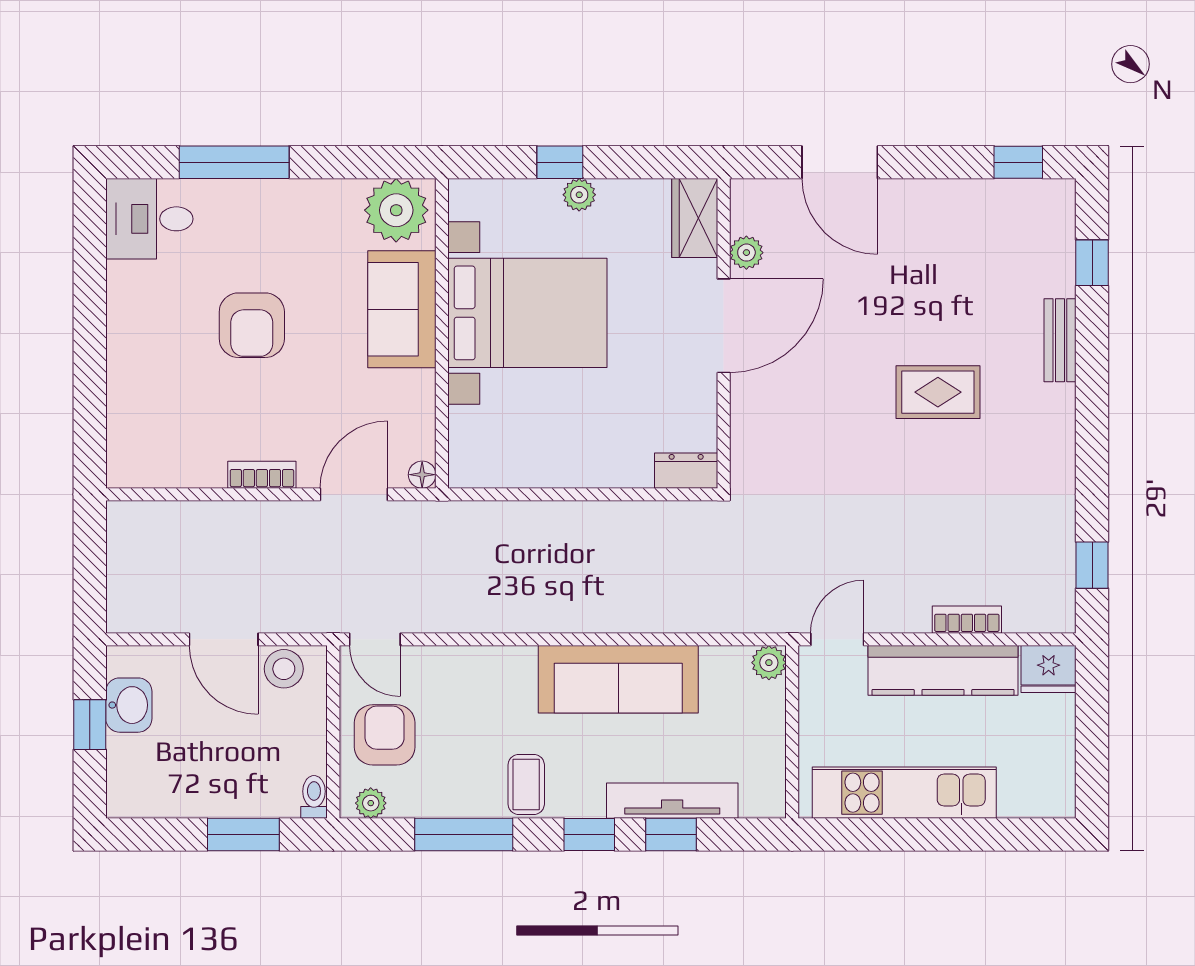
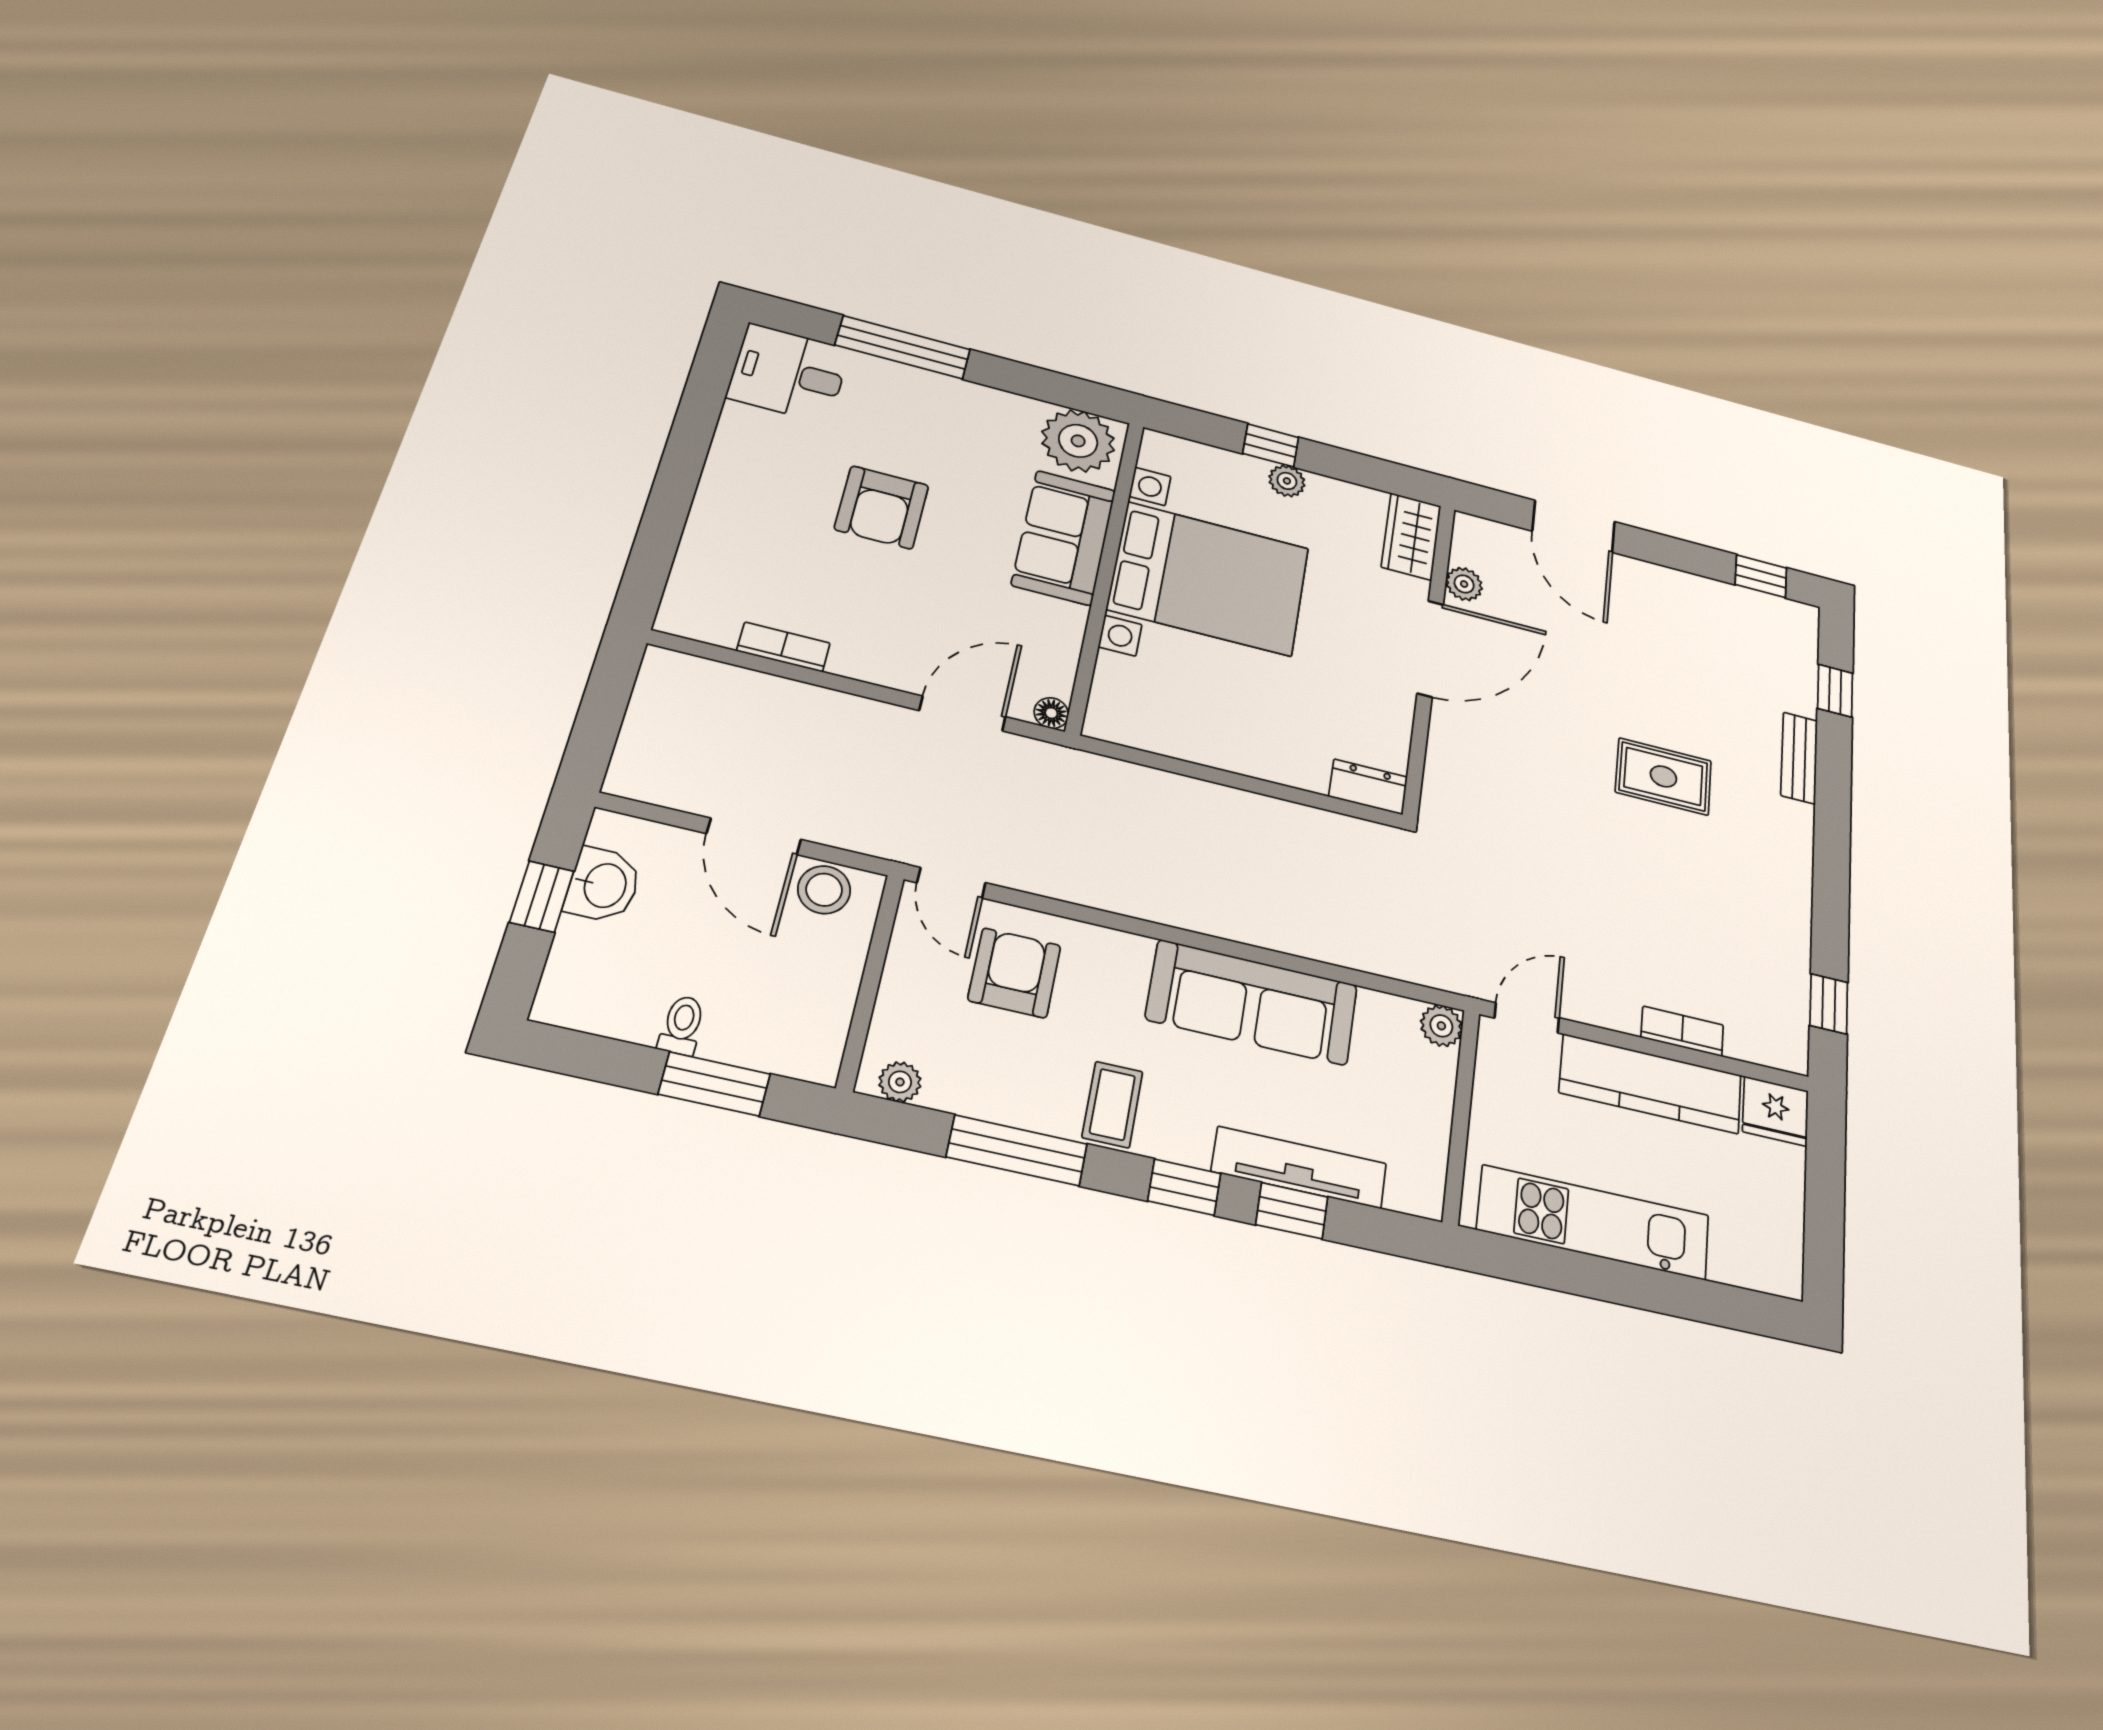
bookcase: (262, 475) -> (783, 647), moved
armchair: (385, 735) -> (1014, 973), moved
toilet: (314, 797) -> (682, 1025), moved

